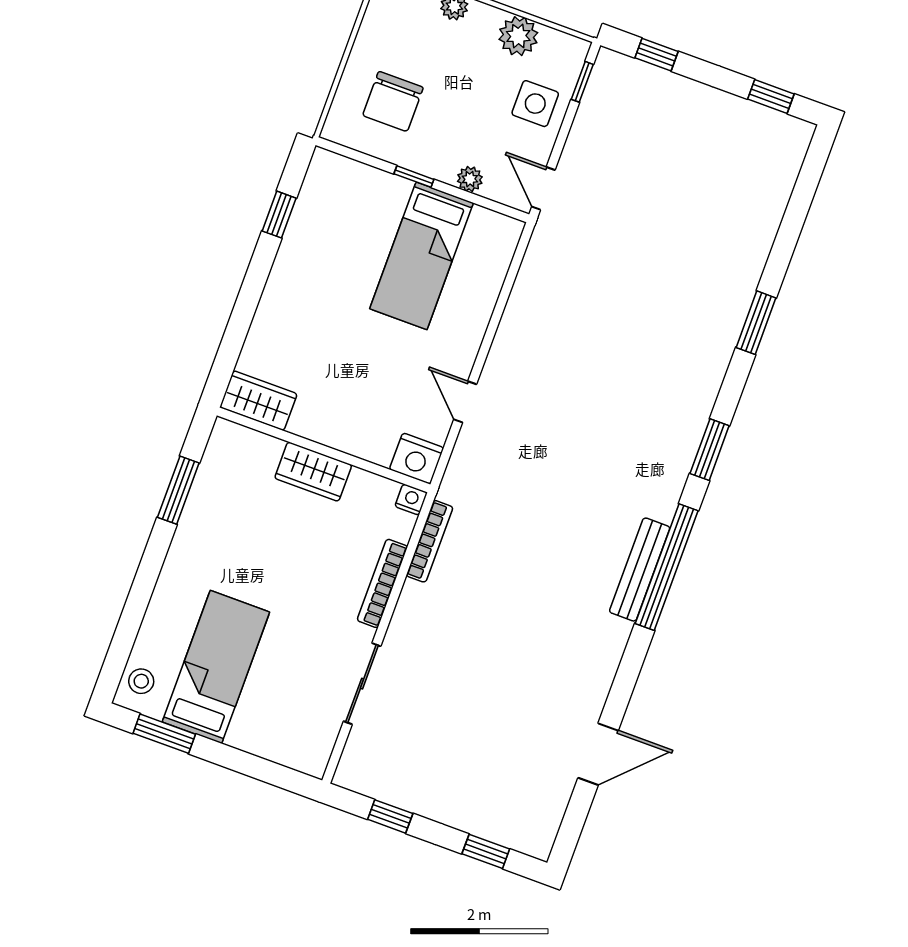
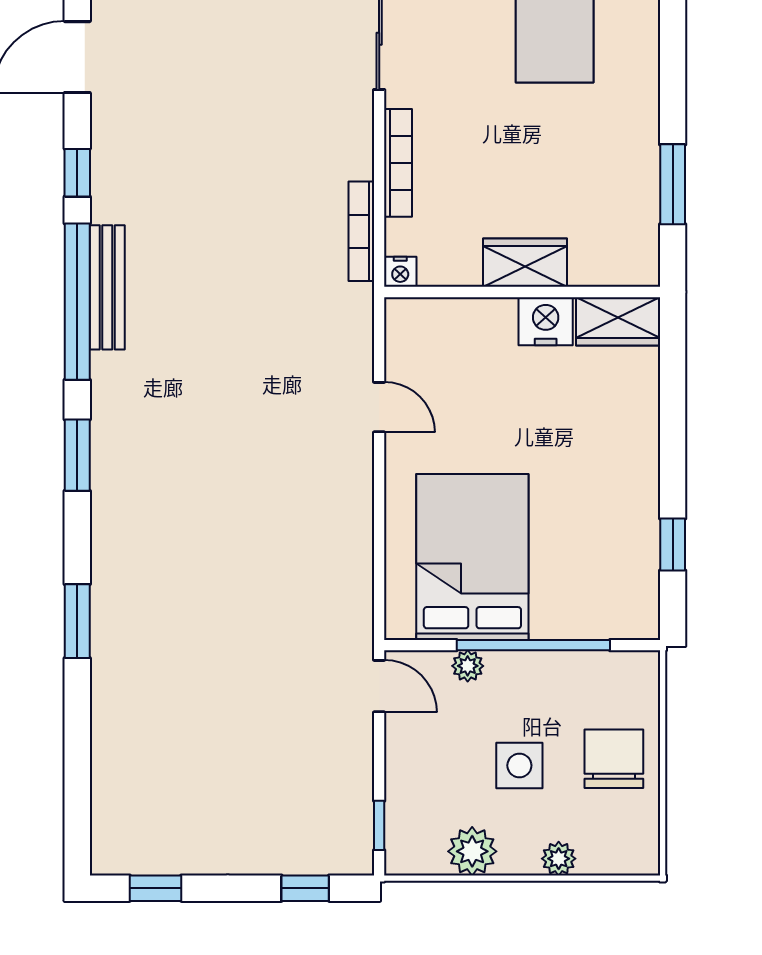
chair: (393, 101) -> (614, 759), moved
side table: (535, 104) -> (519, 765), moved
window: (414, 177) -> (533, 645), width x3.17
bed: (422, 256) -> (472, 557), width x1.50
nightstand: (417, 459) -> (546, 321), moved
window: (630, 666) -> (77, 173), added

